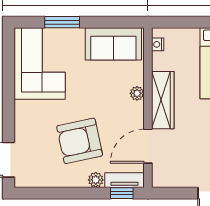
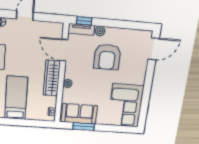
window: (62, 22) -> (84, 127), moved
armchair: (80, 141) -> (107, 57), turned 102
door: (148, 146) -> (64, 50), swing flipped

